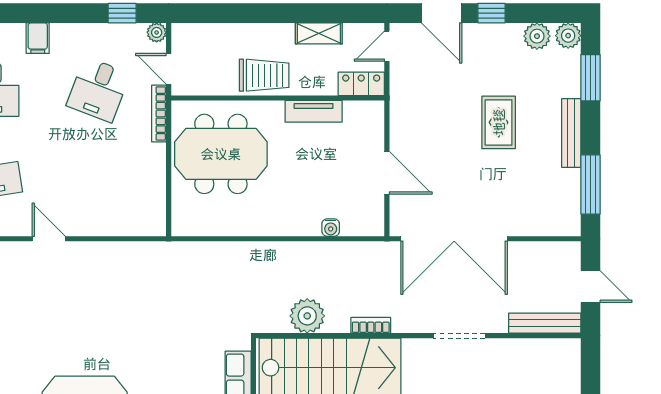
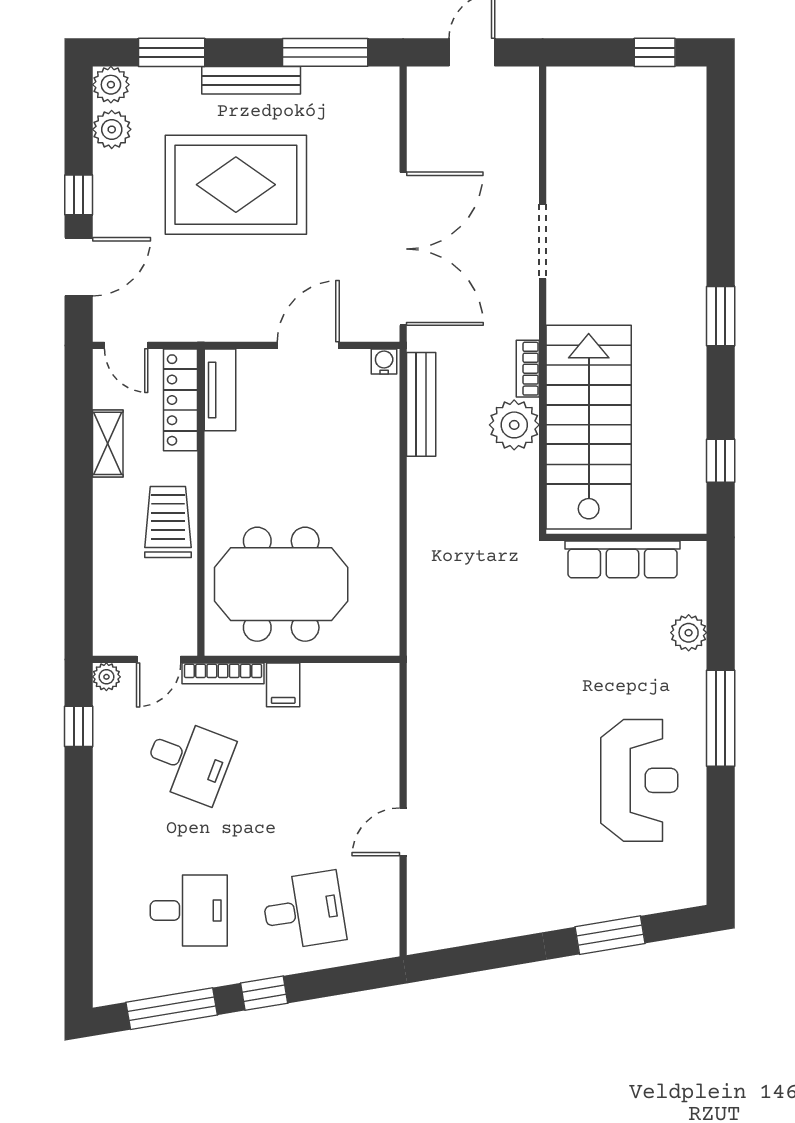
filing cabinet: (38, 38) -> (283, 685), moved, turned 90
locker: (361, 84) -> (180, 400), width x1.53
tv unit: (314, 111) -> (220, 390), moved
rug: (499, 122) -> (236, 185), width x1.86, depth x2.06
meeting table: (221, 154) -> (281, 584), turned 90
water cooler: (331, 228) -> (384, 362), moved, turned -90
plant: (307, 316) -> (514, 425), moved
bench: (545, 323) -> (421, 404), moved

